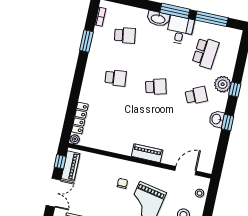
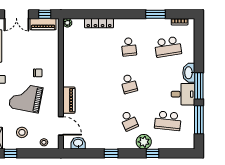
school desk: (125, 35) -> (168, 47), width x1.85
window: (235, 89) -> (153, 153), moved
locker: (80, 118) -> (99, 23), moved
washbasin: (217, 119) -> (78, 143), moved
piano: (147, 153) -> (69, 100), moved

